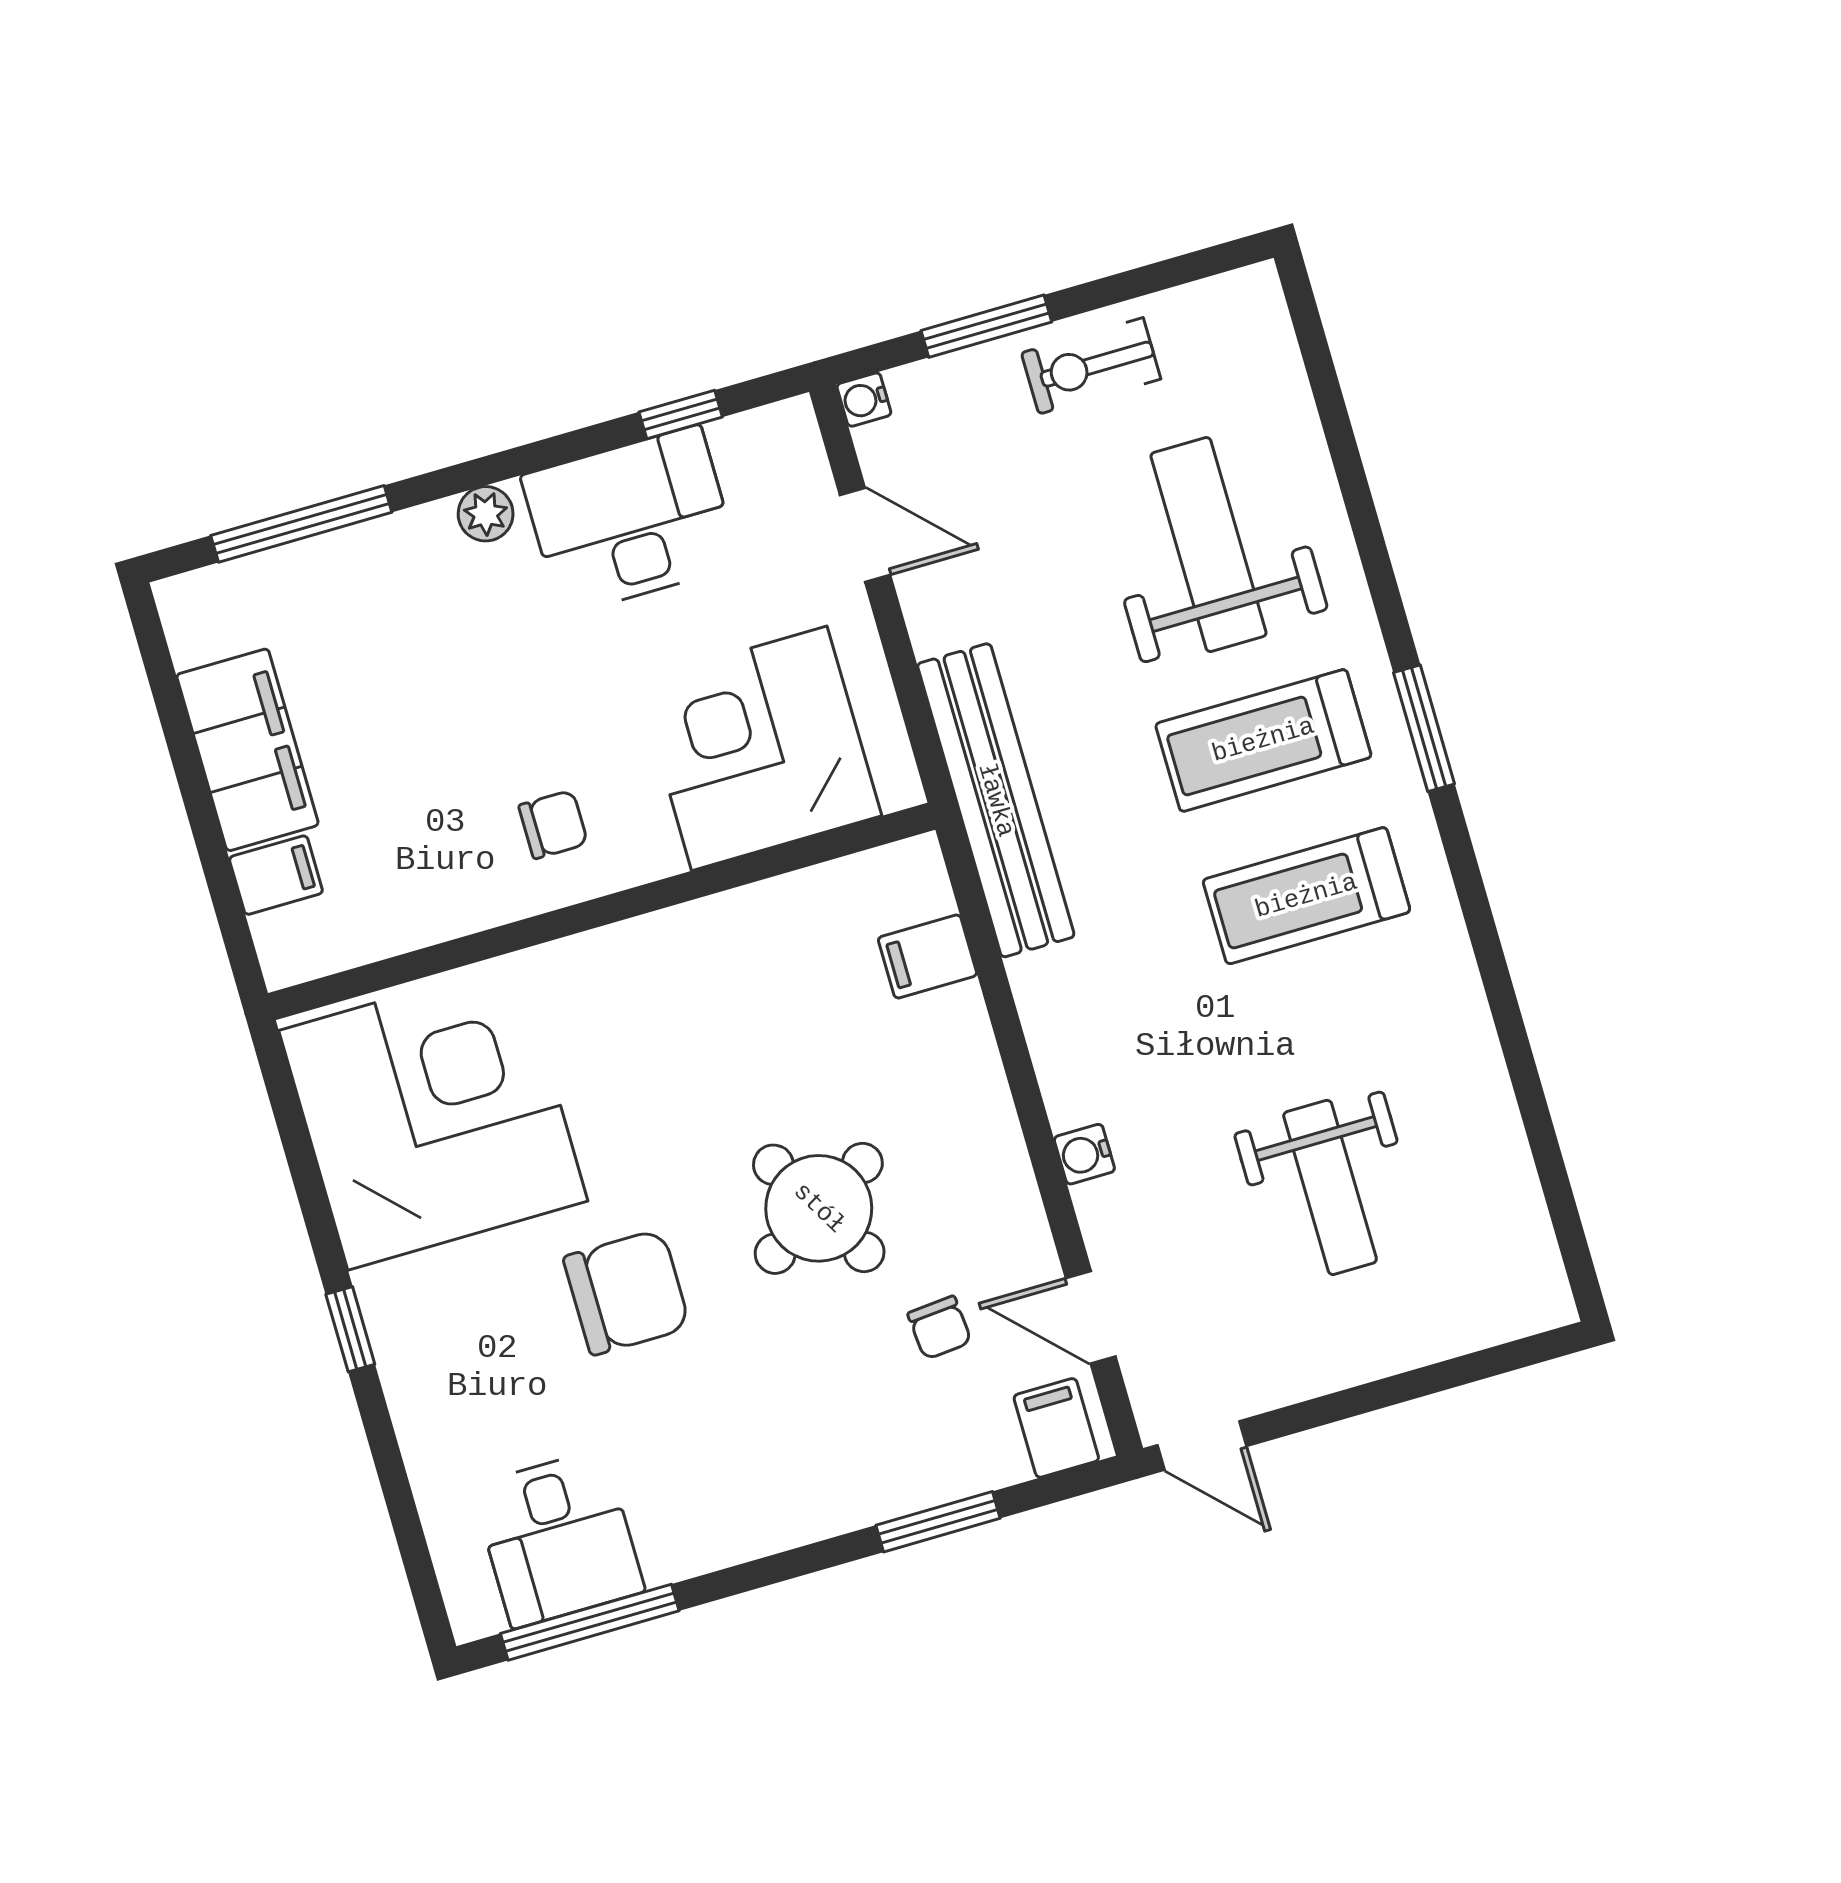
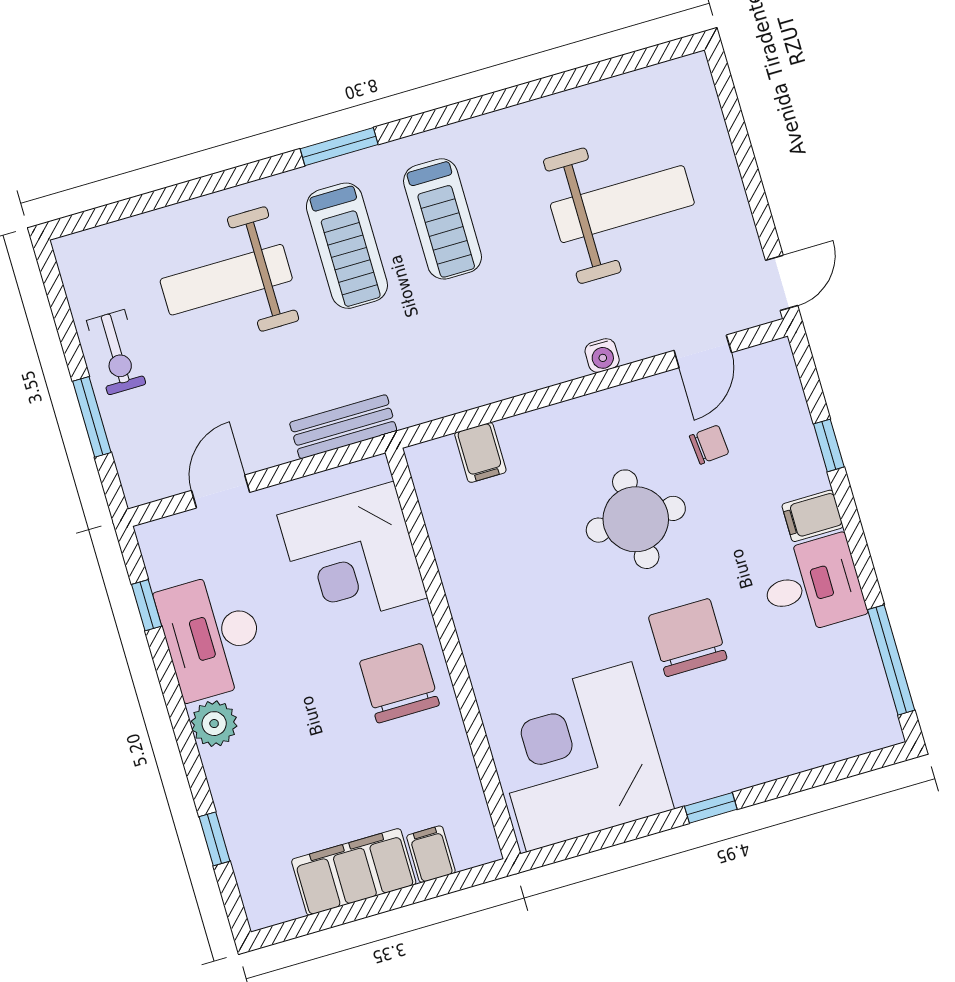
water cooler: (864, 400) -> (137, 492), removed
plant: (486, 514) -> (214, 724), width x1.38, depth x1.38
window: (301, 524) -> (214, 839), width x0.46
bench: (996, 800) -> (343, 427), width x0.54, depth x0.82
chair: (553, 825) -> (399, 683), width x1.87, depth x1.87
weight bench: (1330, 1187) -> (622, 204), width x1.36, depth x1.33
round table: (819, 1208) -> (636, 519), turned 30
filing cabinet: (1056, 1428) -> (813, 516), moved
window: (938, 1522) -> (829, 445), width x0.67
desk: (558, 1538) -> (812, 585), moved

